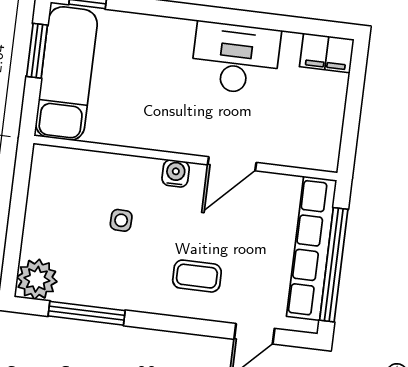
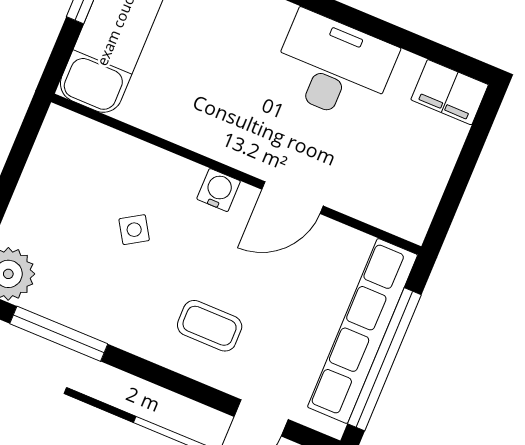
side table: (121, 220) -> (134, 230), turned -34

